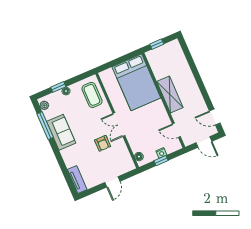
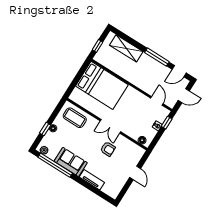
window: (203, 91) -> (157, 57), added
shelving: (170, 95) -> (126, 48), moved
window: (45, 126) -> (55, 165), width x1.46
door: (176, 130) -> (157, 101), swing flipped
window: (161, 161) -> (167, 123), moved
tv unit: (77, 179) -> (92, 180), moved

